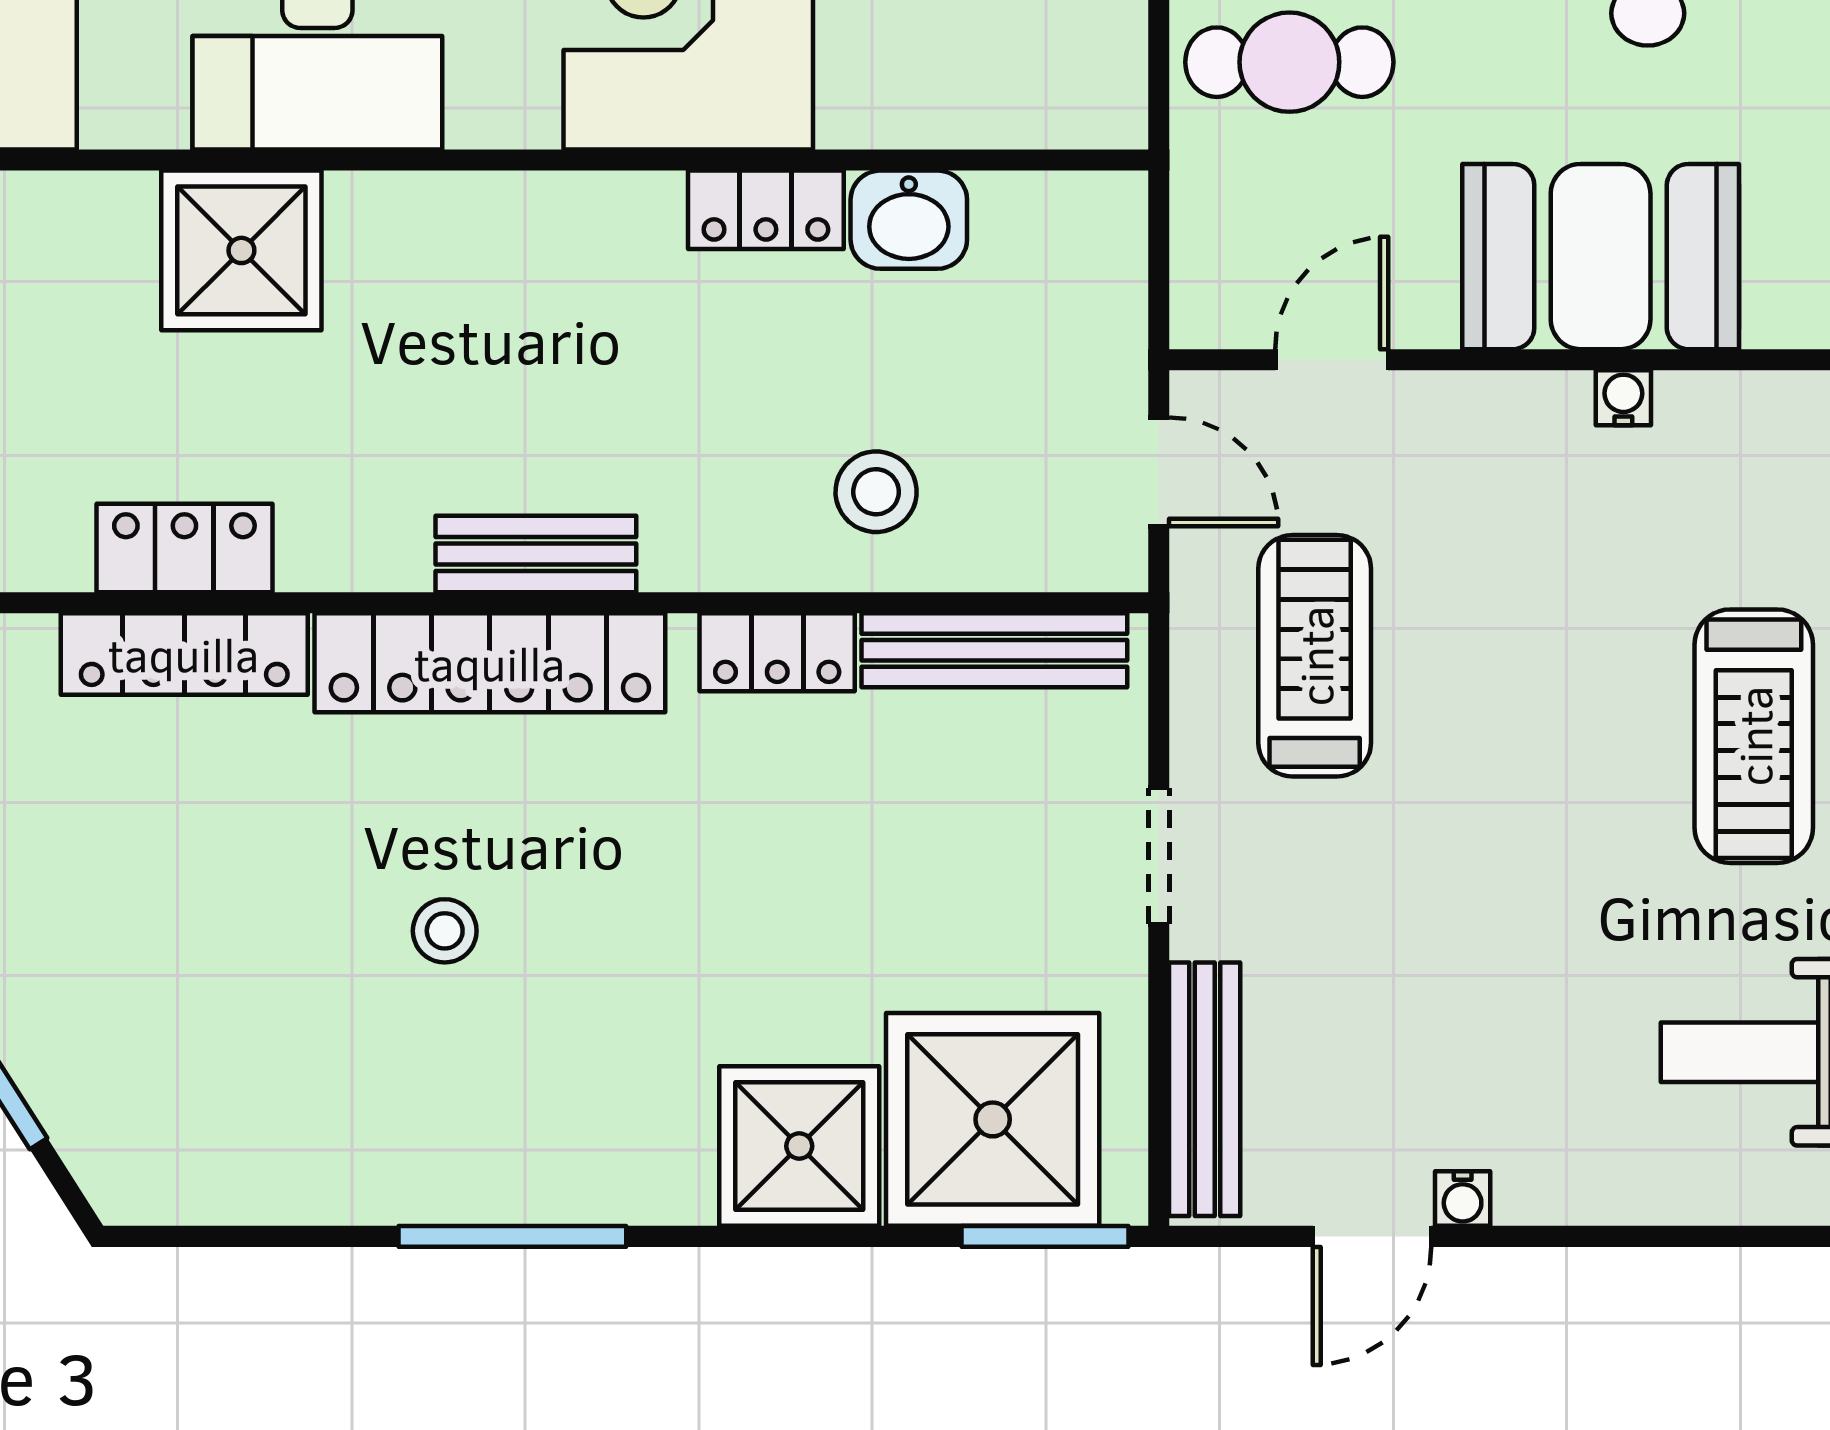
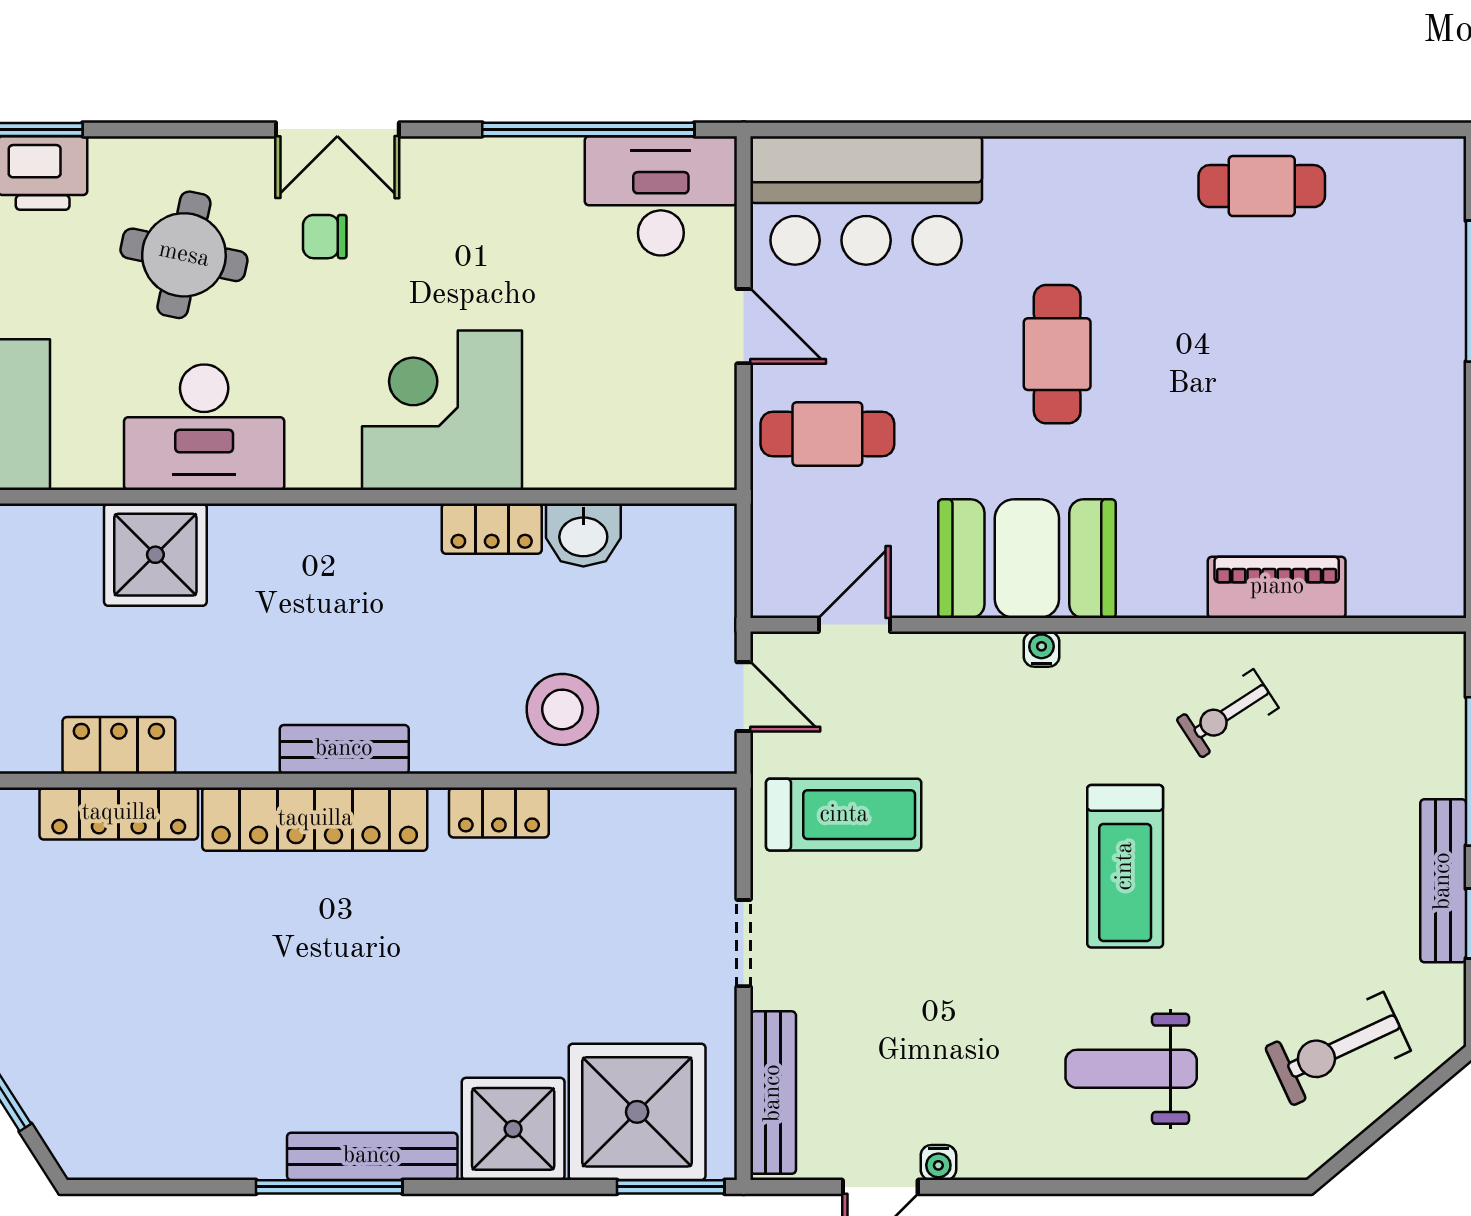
stool: (876, 492) -> (562, 709), width x1.38, depth x1.38
bench: (994, 650) -> (372, 1156), moved
treadmill: (1315, 656) -> (844, 815), turned 90
stool: (445, 931) -> (286, 991), removed

